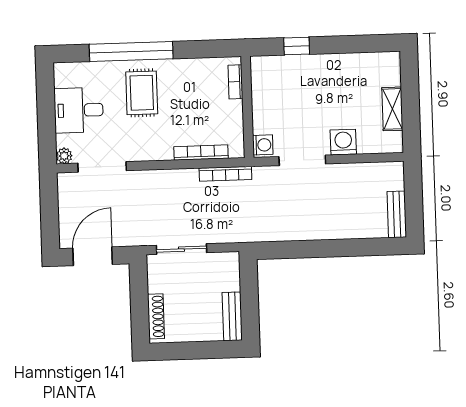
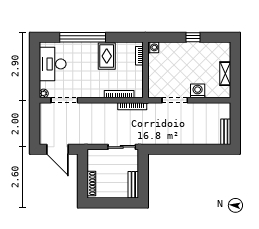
window: (297, 46) -> (193, 37), moved
rug: (142, 93) -> (107, 56), moved
desk: (79, 110) -> (53, 64), width x1.37
washing machine: (263, 145) -> (153, 47), moved
sliding door: (181, 249) -> (122, 147), moved
door: (93, 256) -> (58, 149), swing flipped

